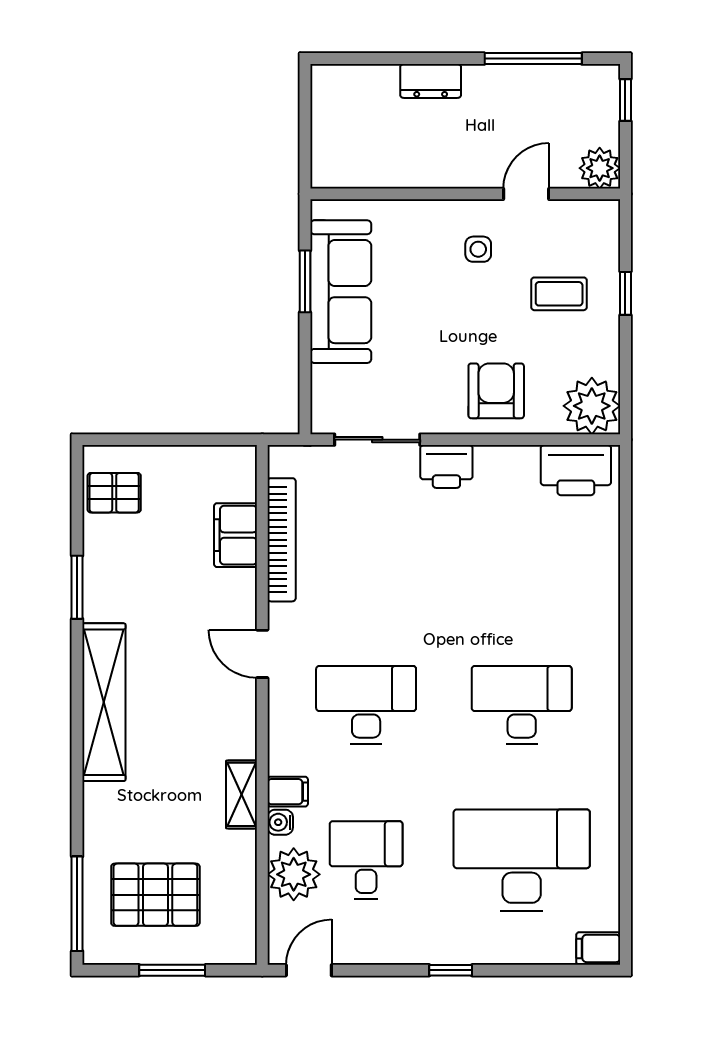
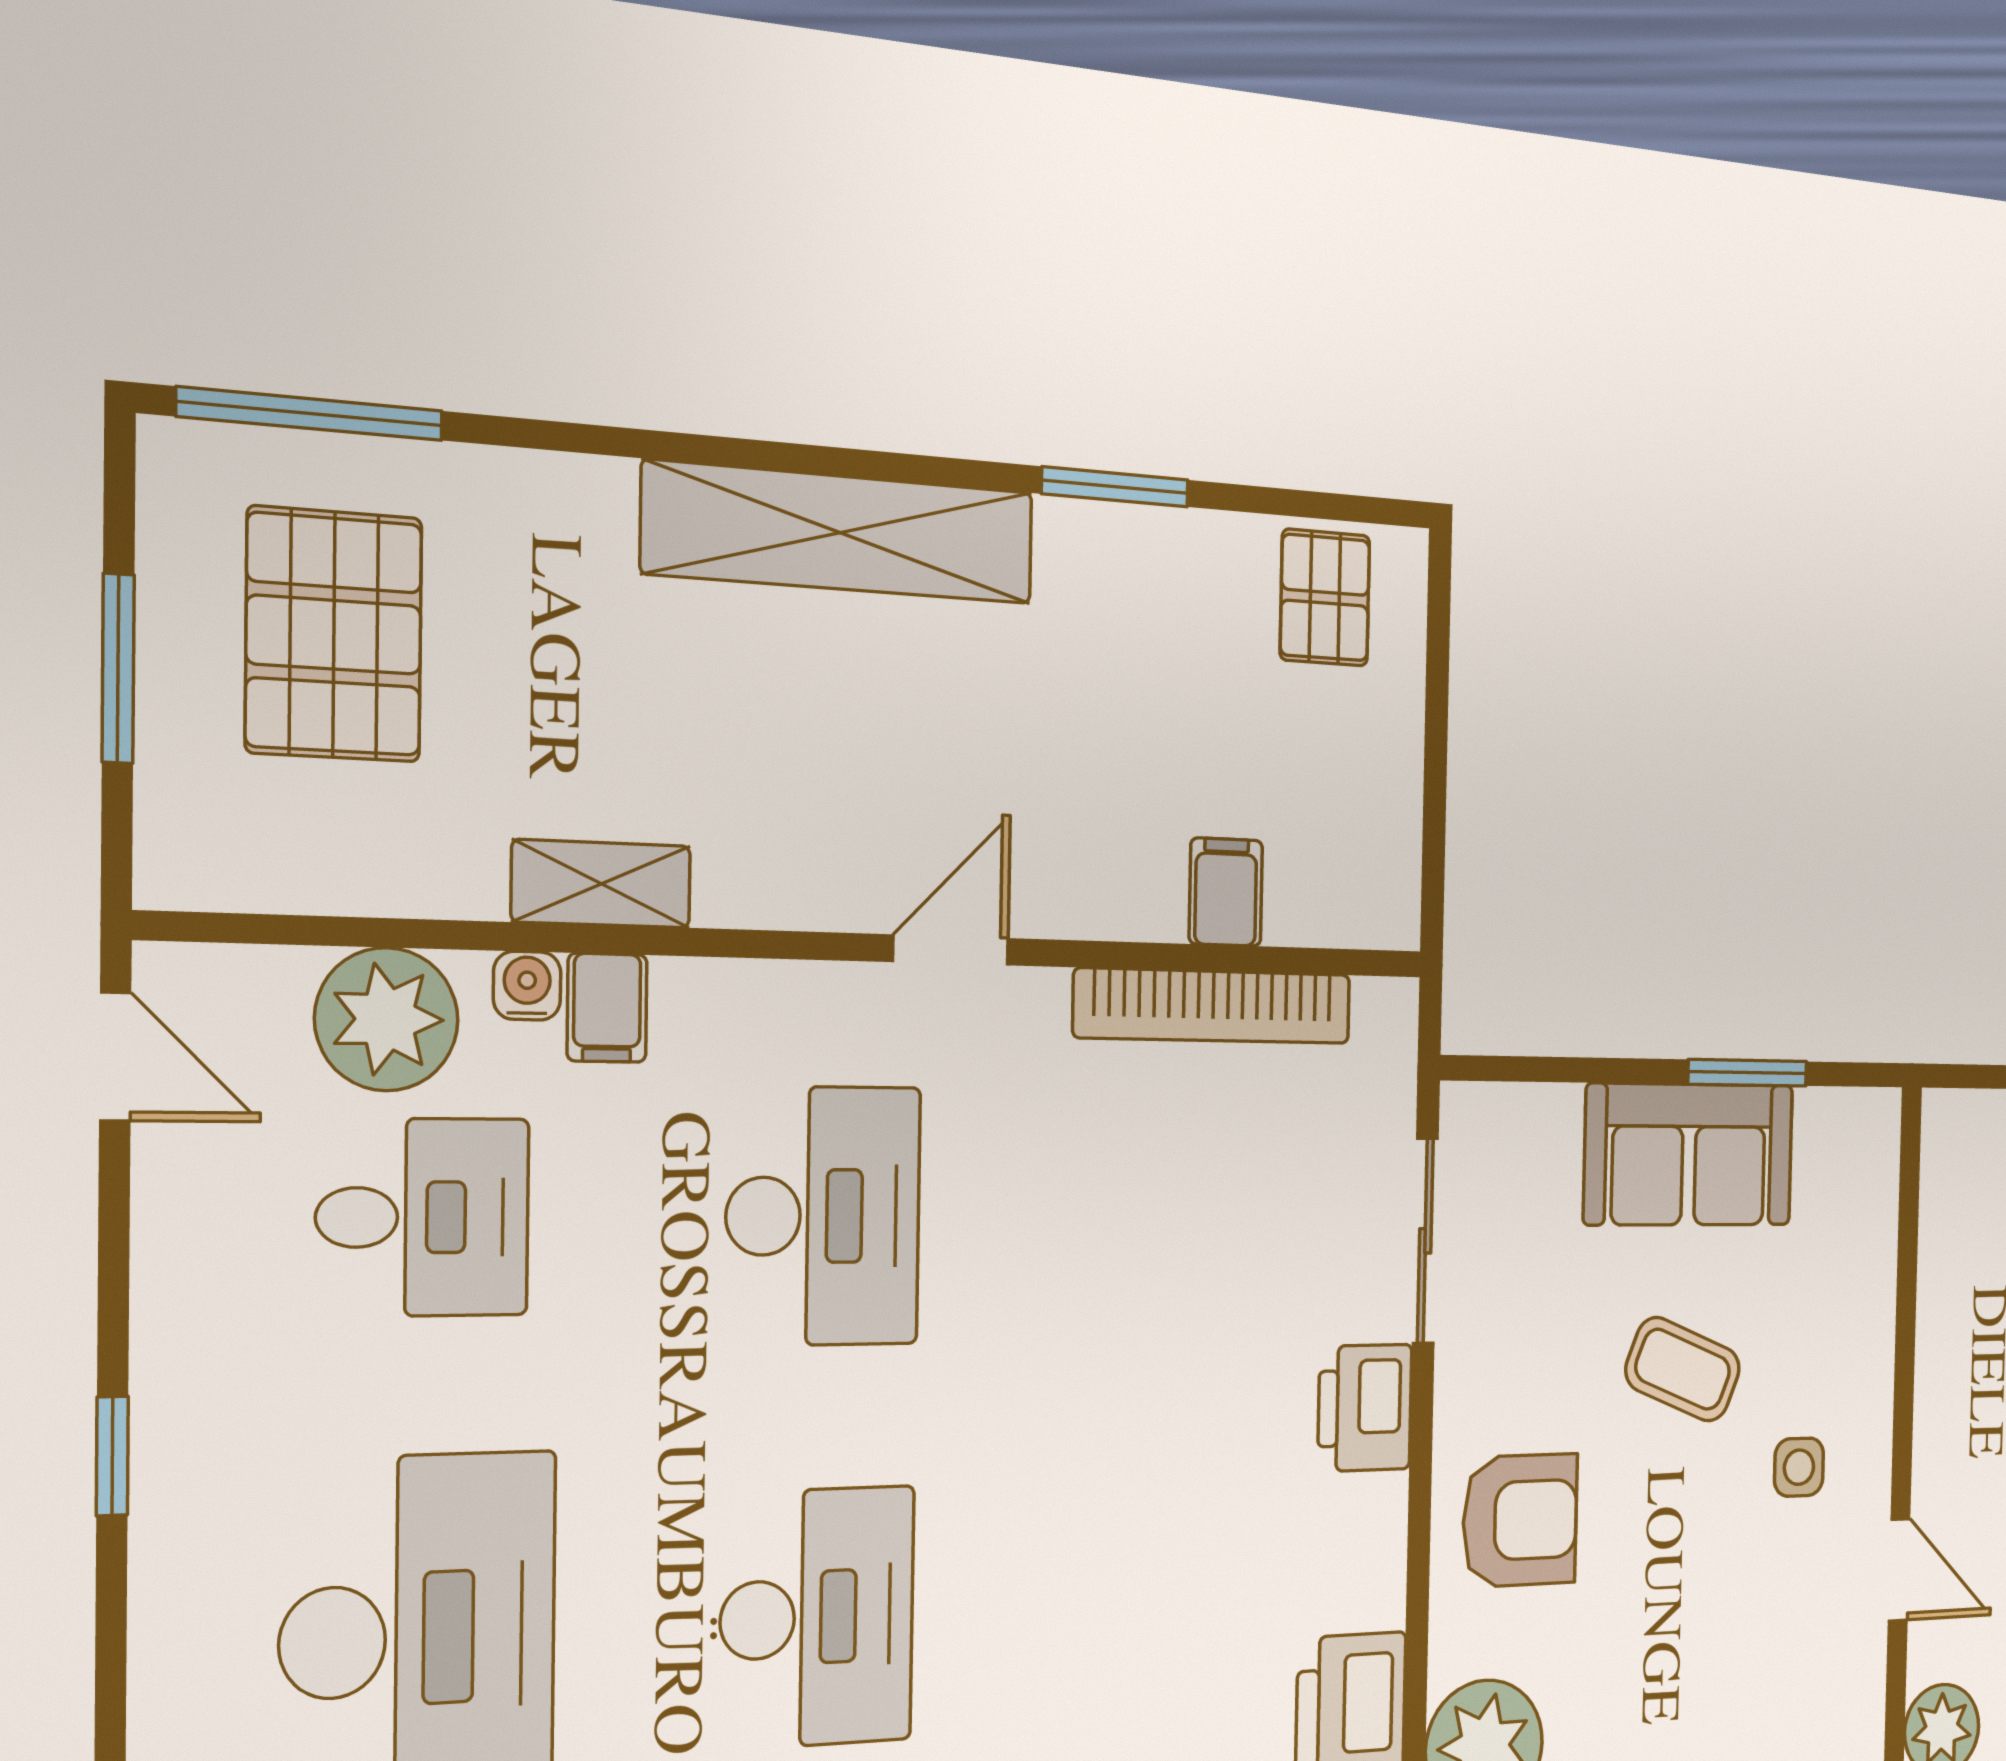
sofa: (341, 292) -> (1689, 1155), width x0.73
coffee table: (559, 294) -> (1683, 1369), moved, turned -68
filing cabinet: (236, 535) -> (1226, 892), width x0.50

